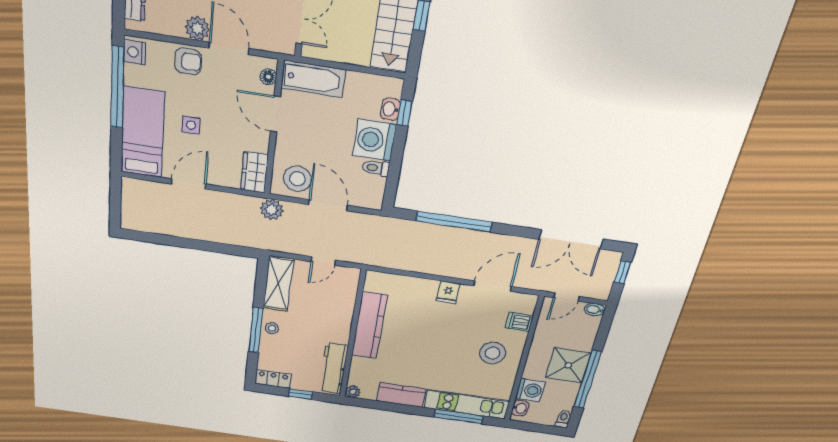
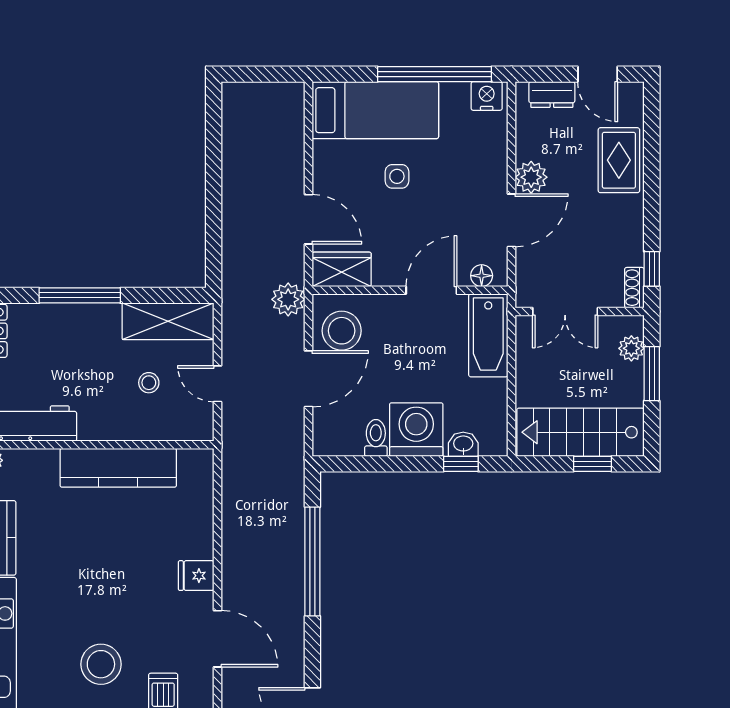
armchair: (188, 61) -> (485, 167), removed
door: (189, 184) -> (308, 219), moved
stool: (272, 328) -> (149, 383), moved

